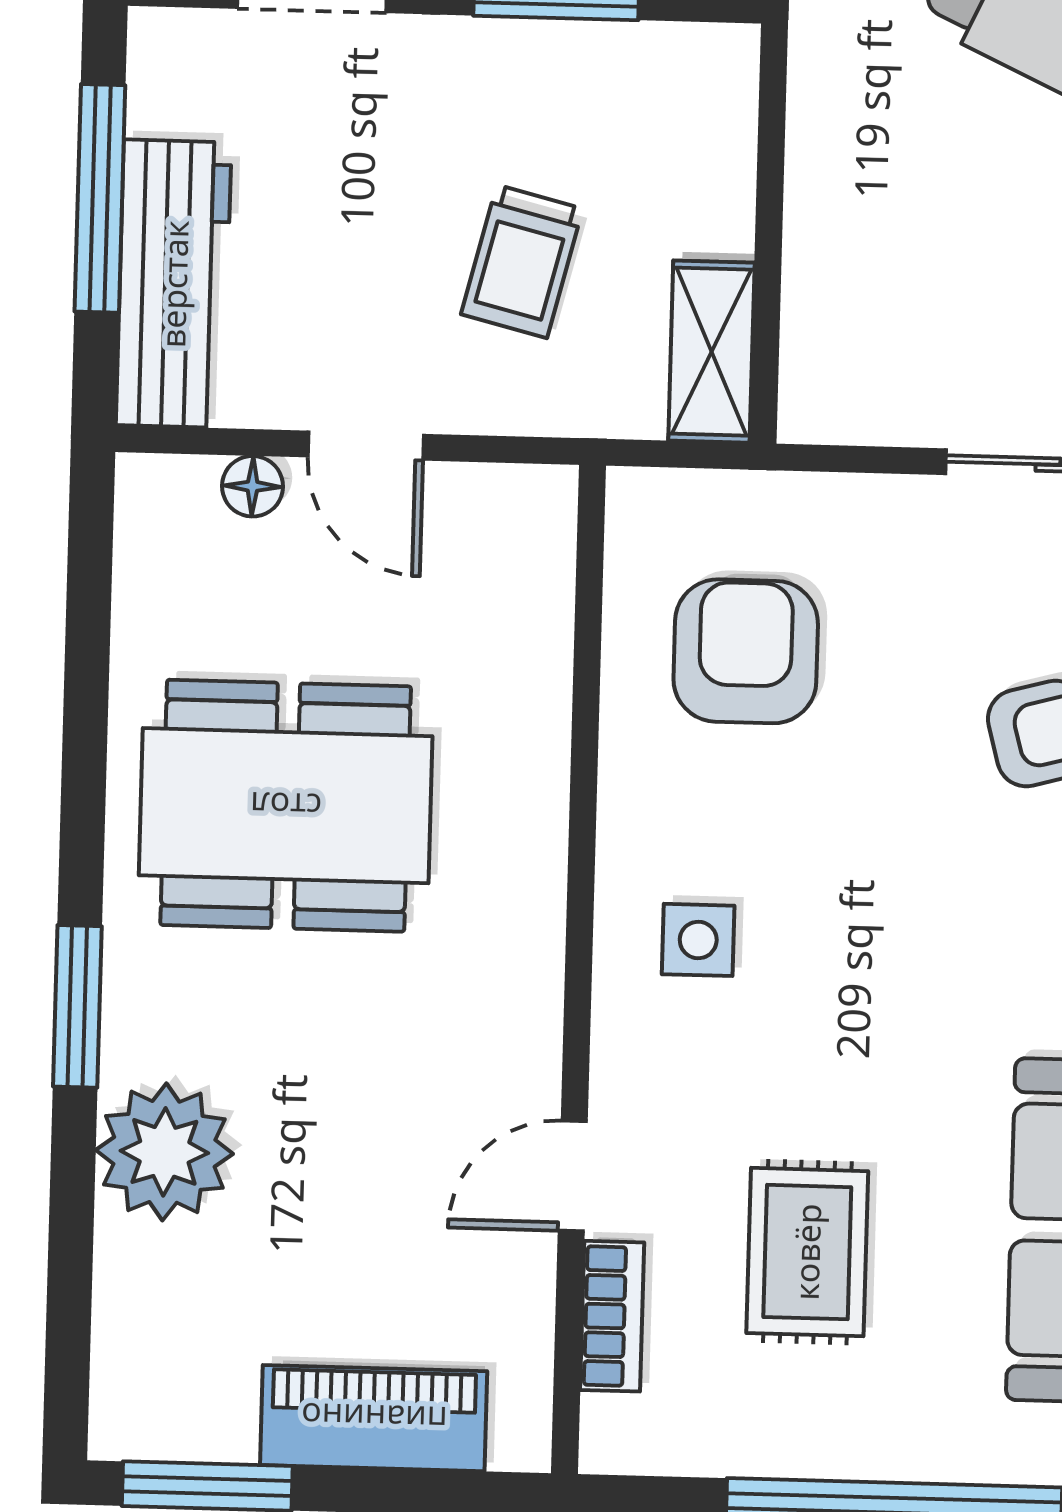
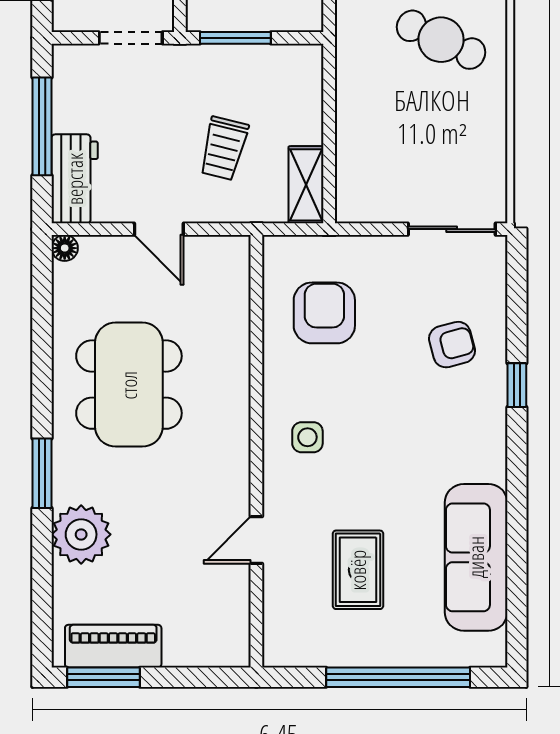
workbench: (174, 284) -> (75, 179), width x0.73
floor lamp: (253, 486) -> (65, 248), moved
dining table: (286, 806) -> (129, 385), turned 90
bookcase: (612, 1316) -> (275, 600), removed
piano: (374, 1418) -> (113, 646), moved

